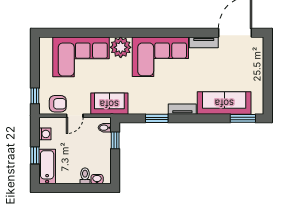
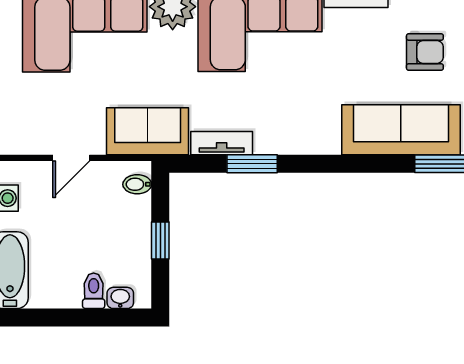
armchair: (58, 104) -> (425, 52), moved
tv unit: (182, 109) -> (222, 143), moved
window: (115, 140) -> (160, 241), moved

